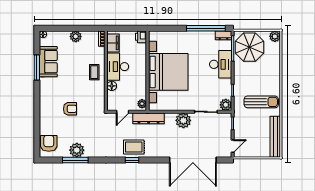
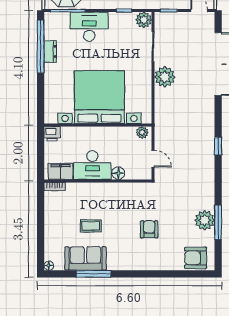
dresser: (223, 35) -> (50, 51), moved
plant: (76, 36) -> (52, 222), removed
coffee table: (94, 72) -> (91, 226), moved
dresser: (149, 118) -> (162, 124), removed
rug: (134, 147) -> (201, 144), removed

